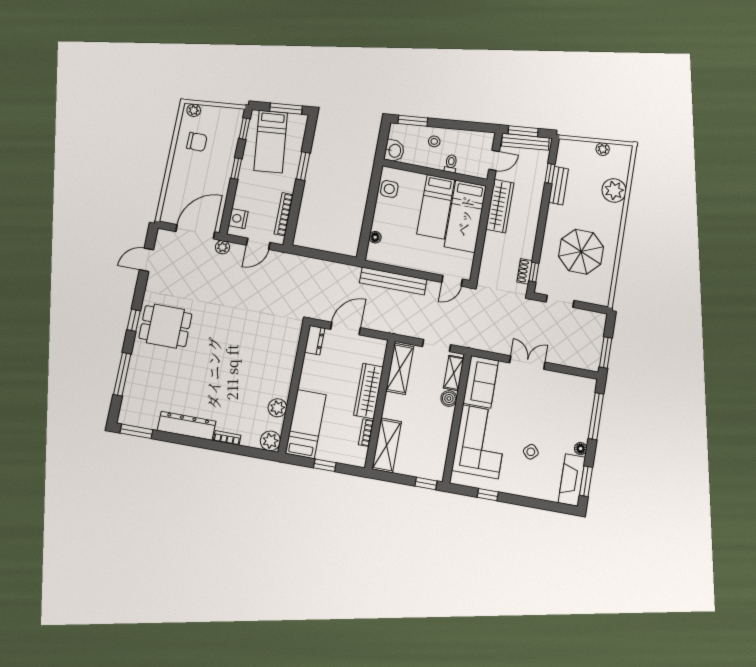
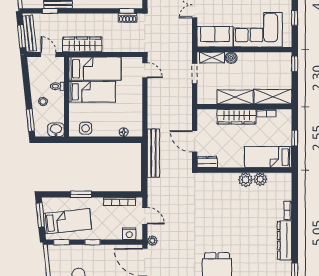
bench: (393, 281) -> (153, 153), moved
shelving: (400, 369) -> (235, 97), moved
plant: (270, 441) -> (246, 180), moved

